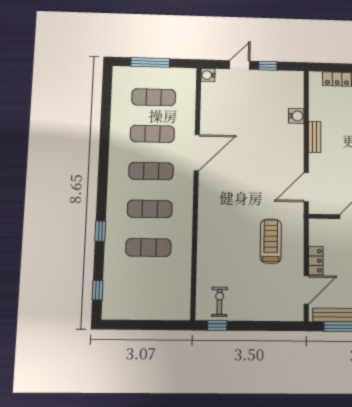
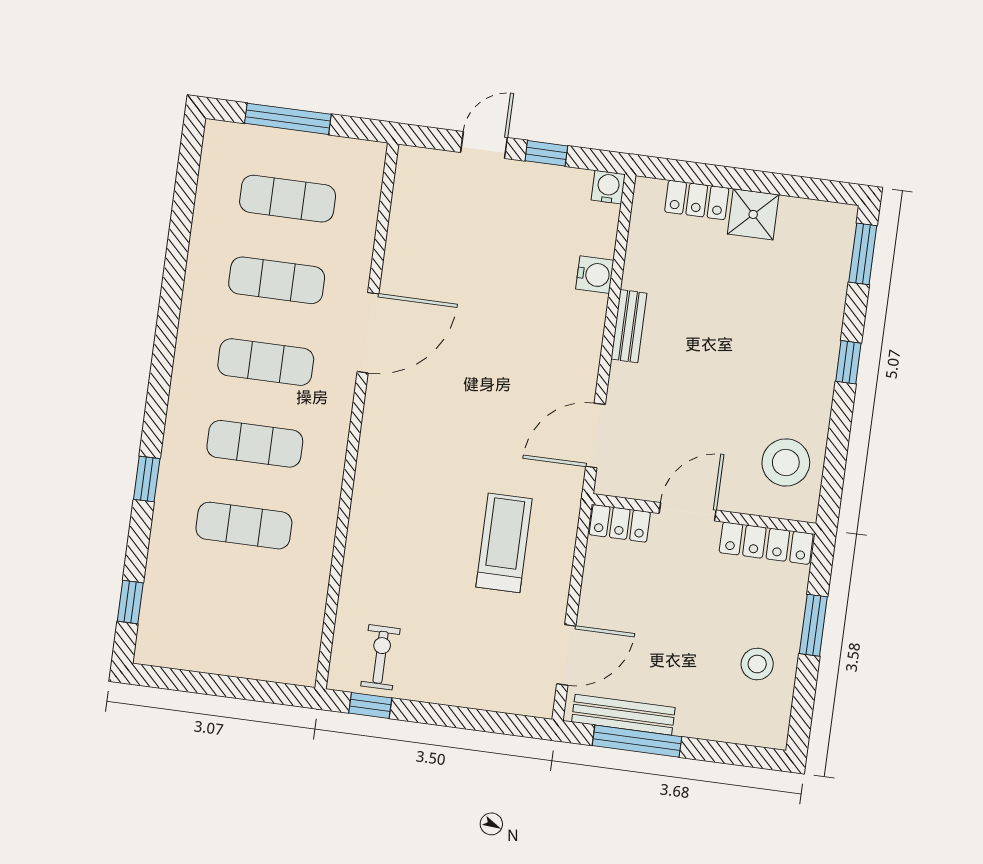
water cooler: (208, 75) -> (608, 187), moved, turned 90
locker: (316, 261) -> (620, 523), moved, turned 90

